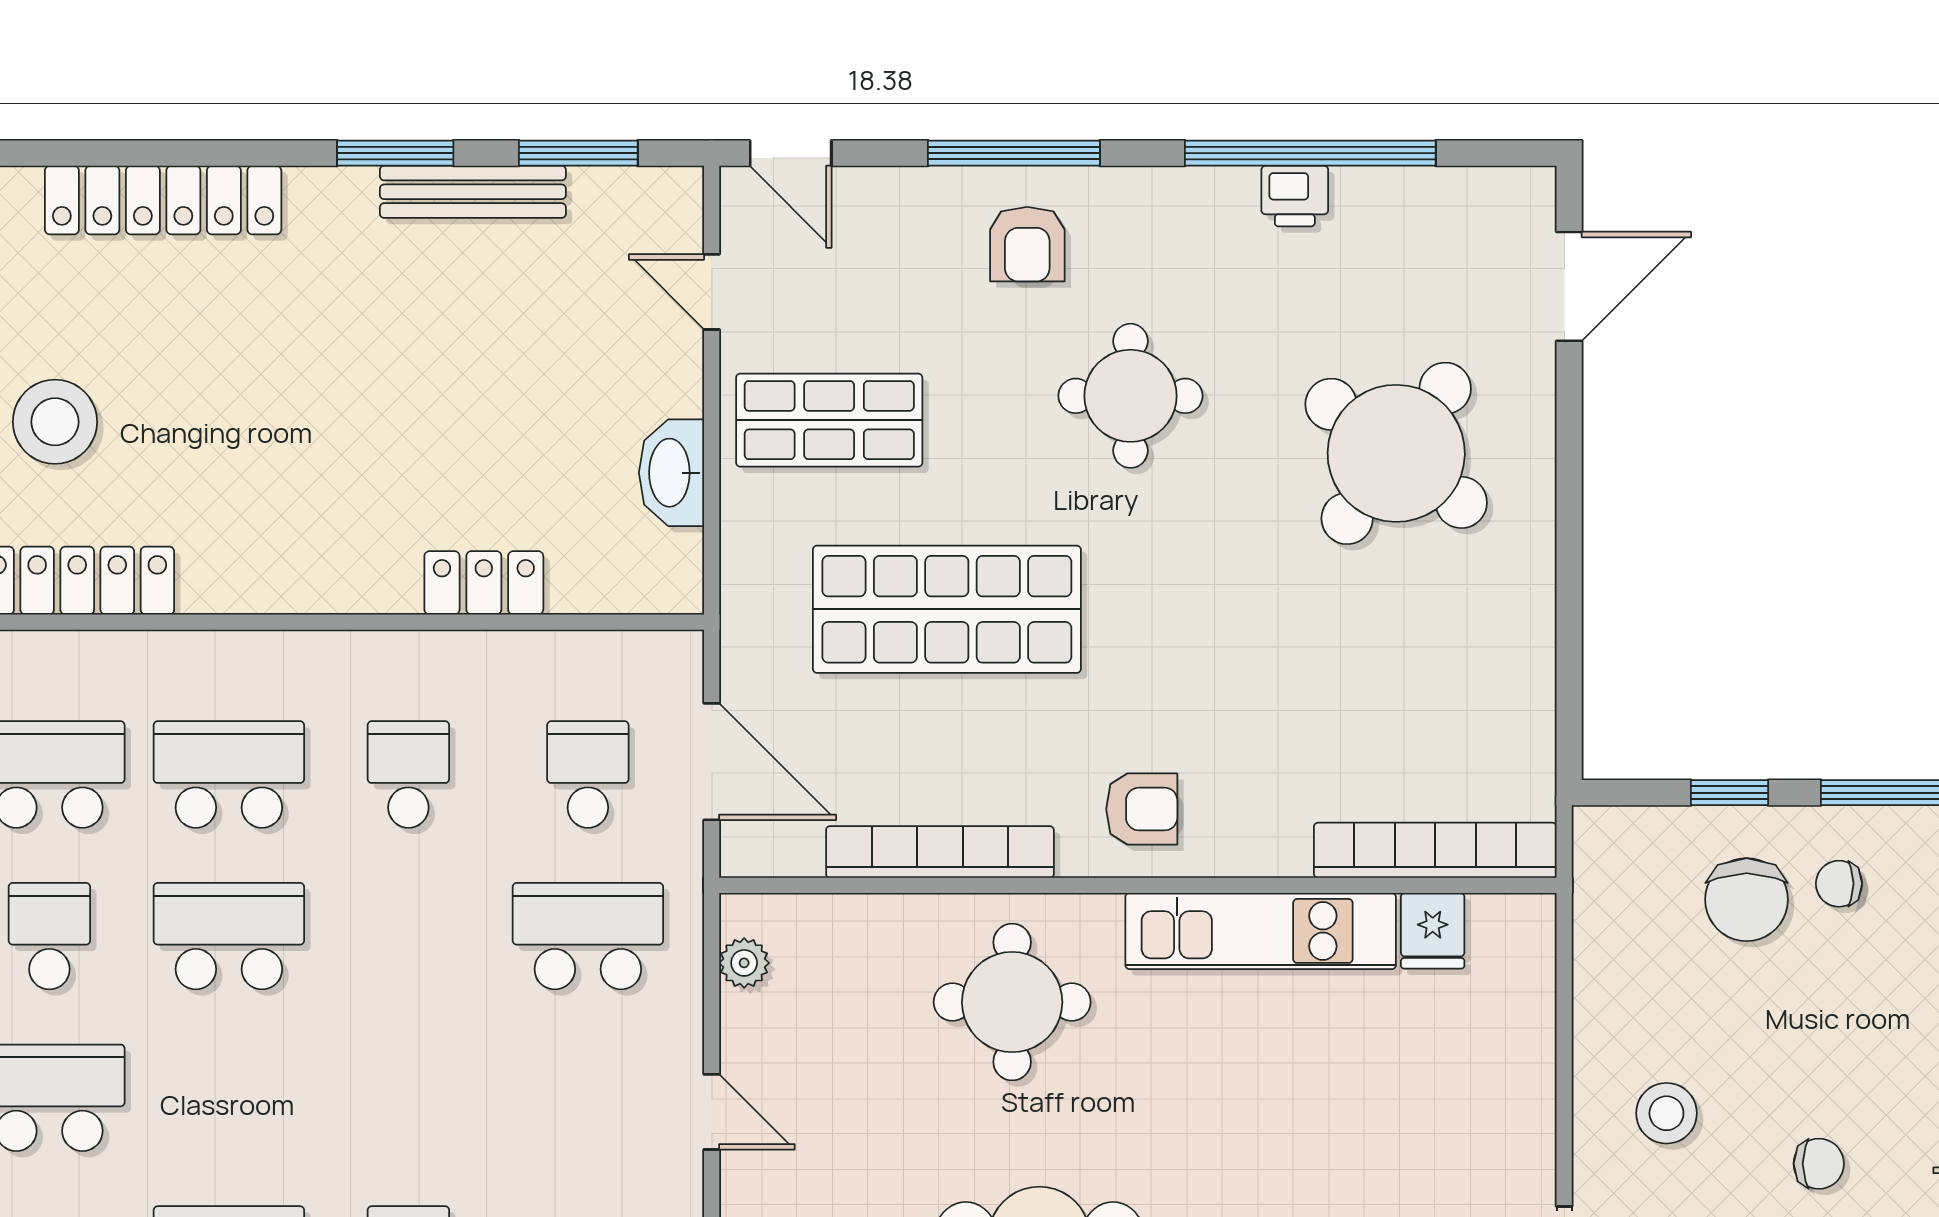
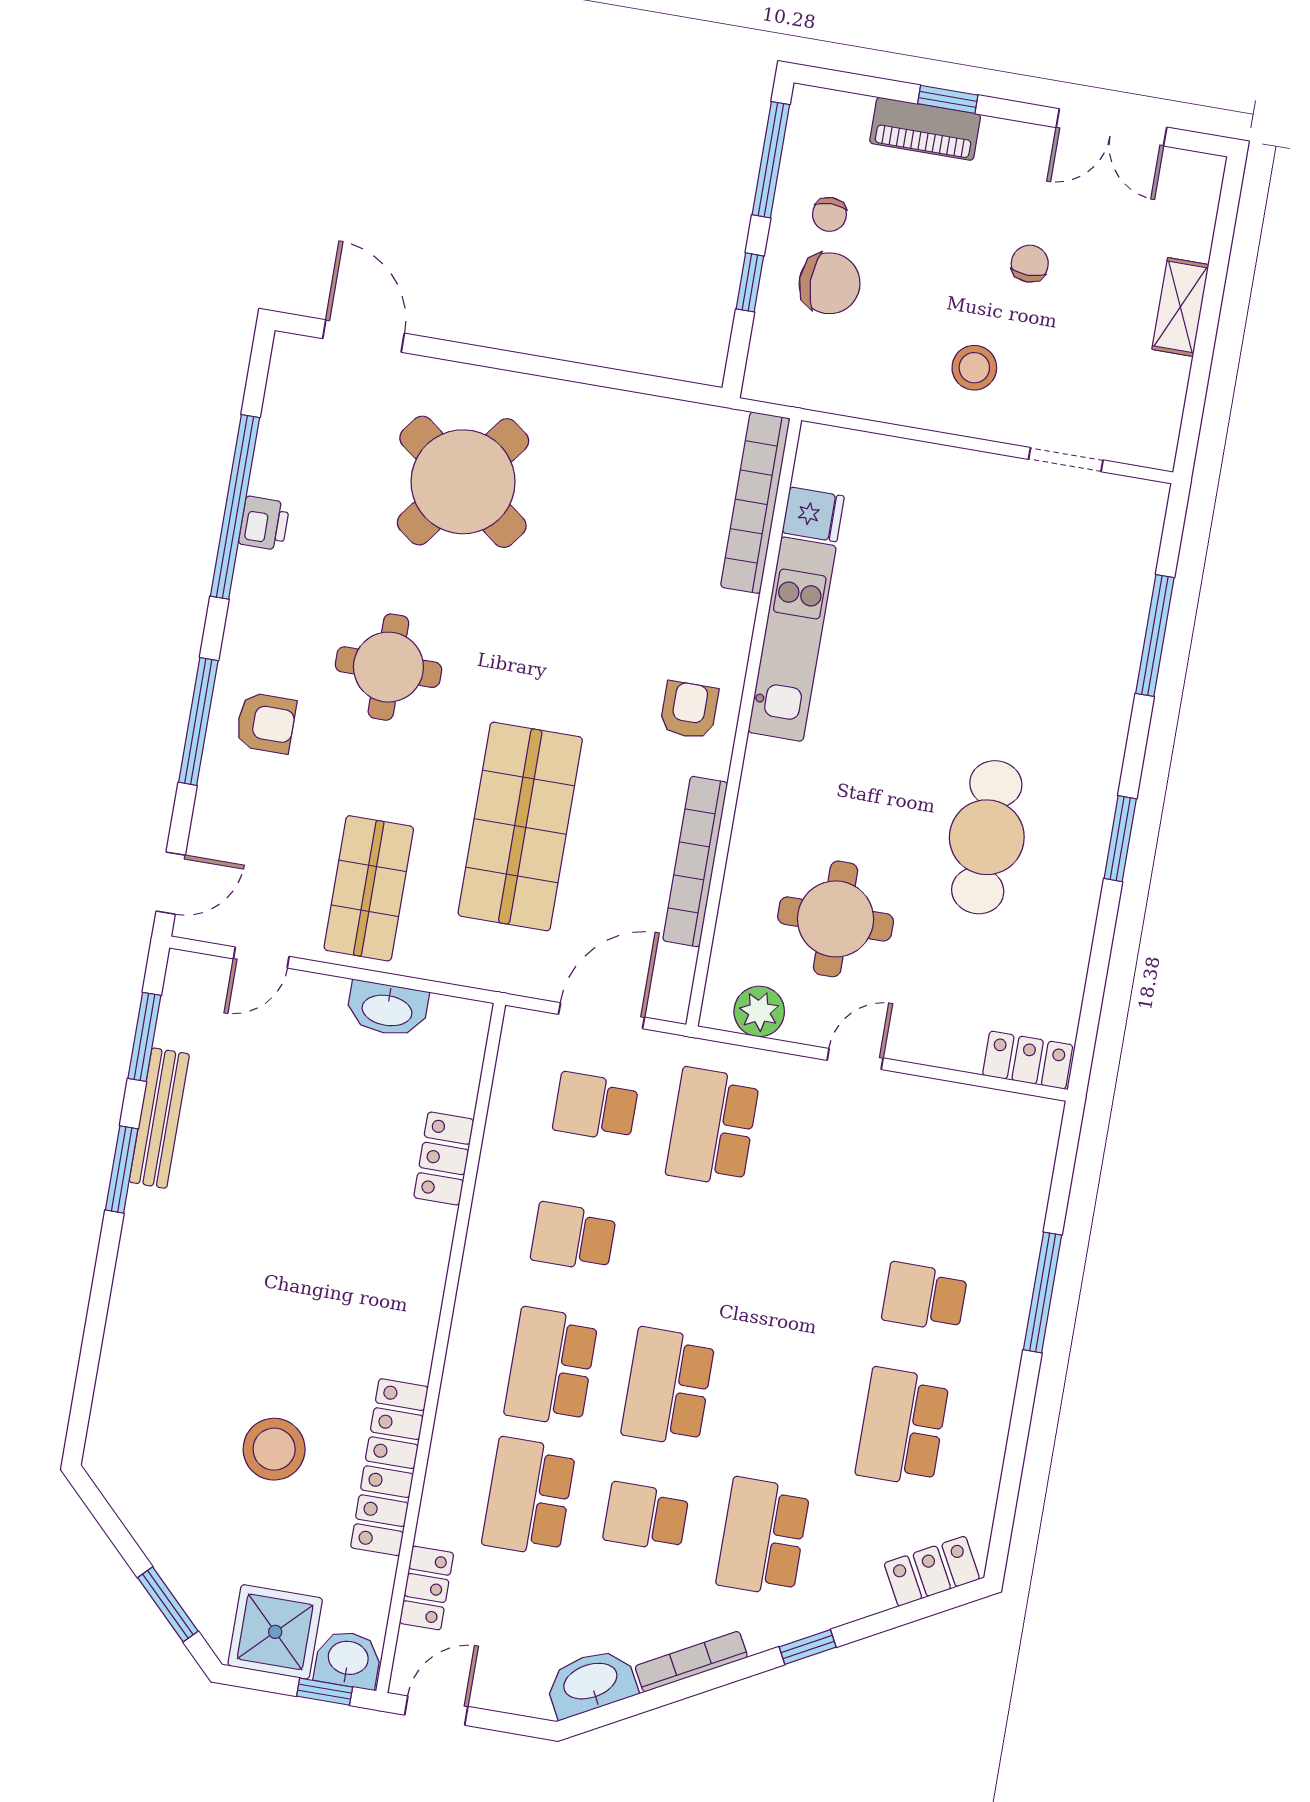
locker: (163, 200) -> (127, 1343), removed
plant: (744, 963) -> (759, 1011), width x1.38, depth x1.38
round table: (1012, 1002) -> (836, 919), moved

